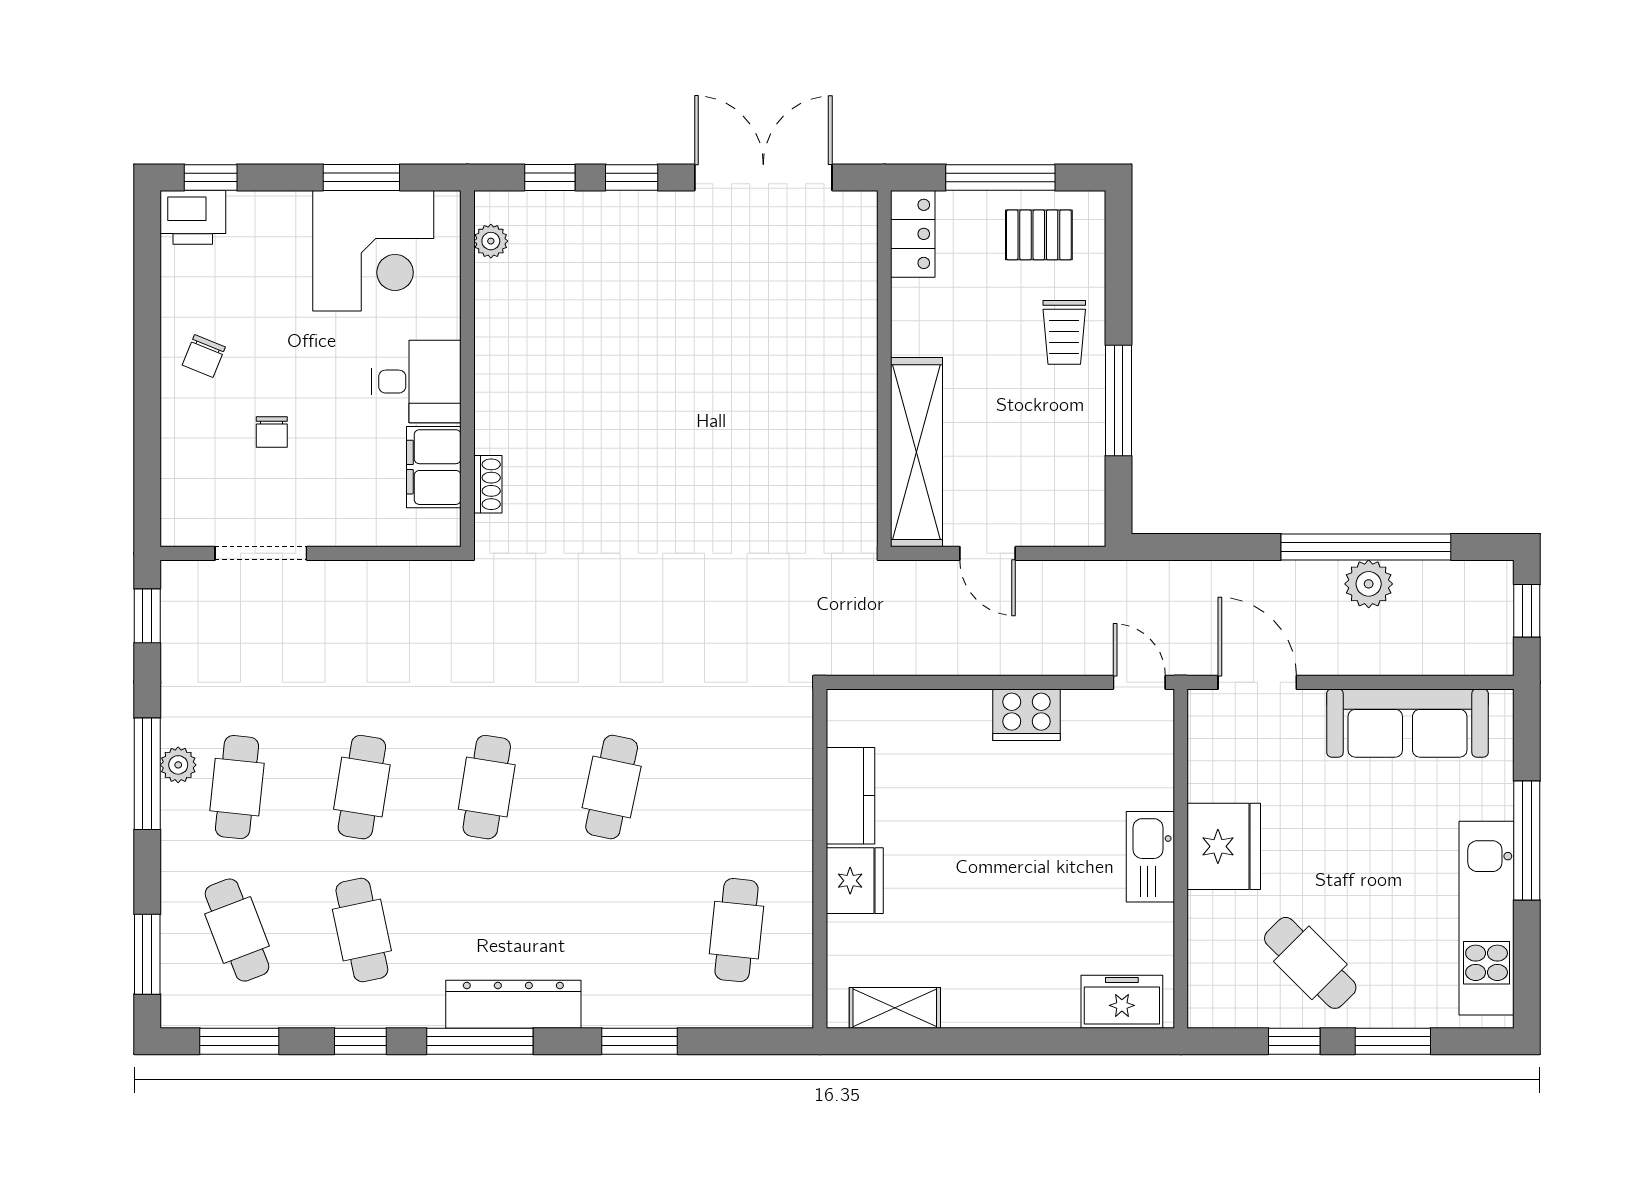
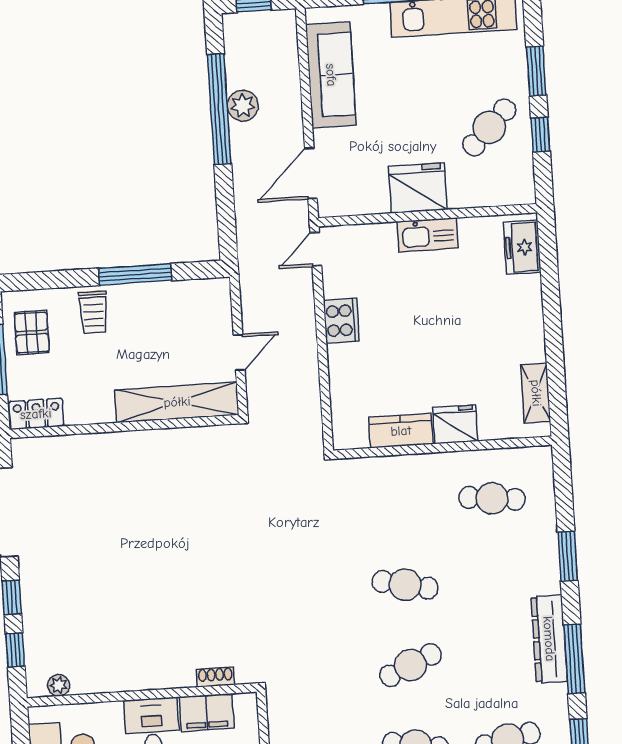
trolley: (1064, 332) -> (93, 312), turned 90
cafe table: (487, 787) -> (410, 665), turned -33

